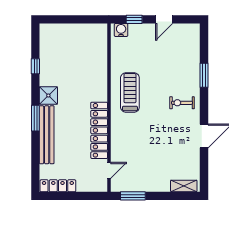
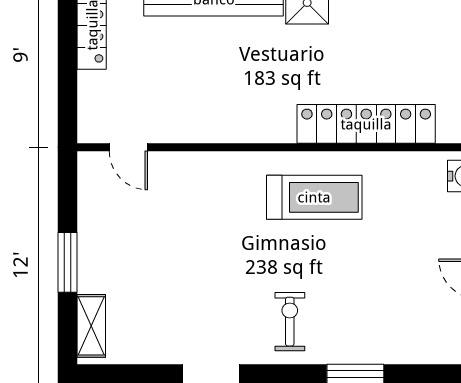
locker: (99, 130) -> (366, 124), moved
window: (133, 196) -> (67, 262), moved

